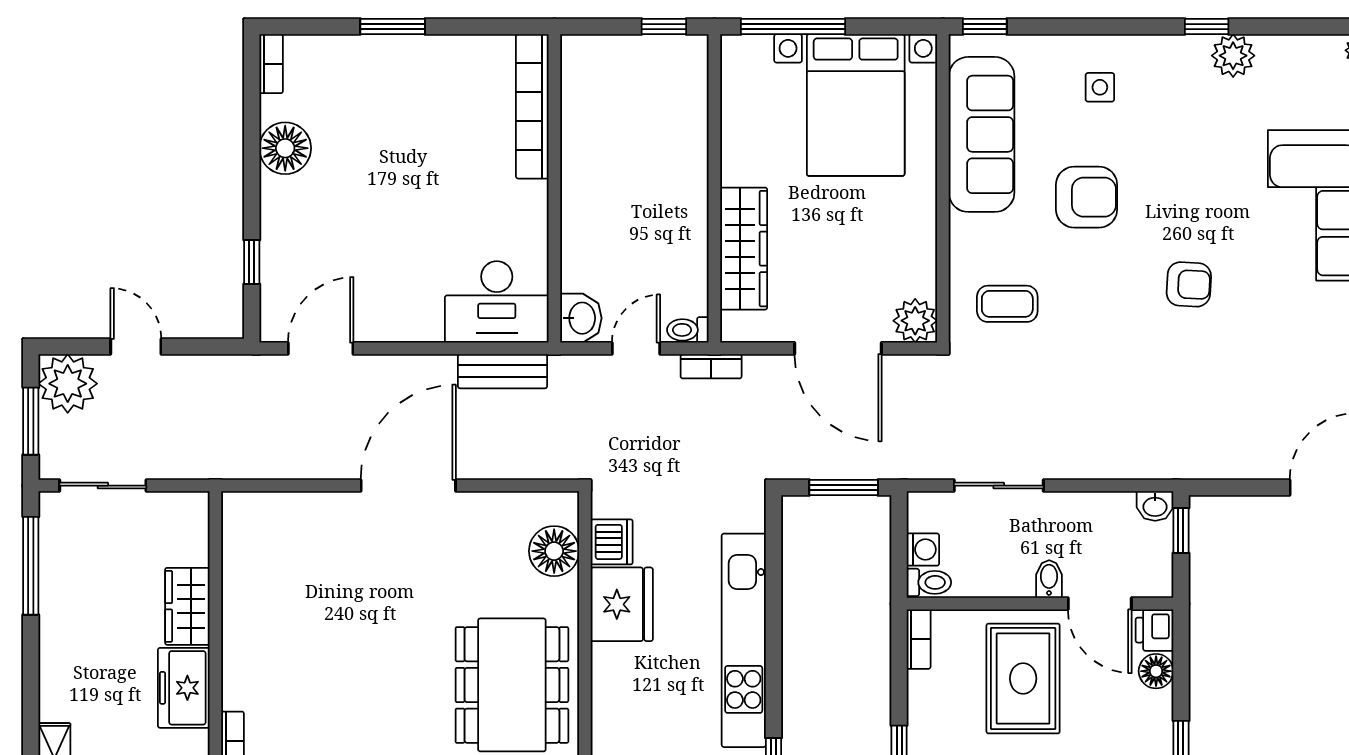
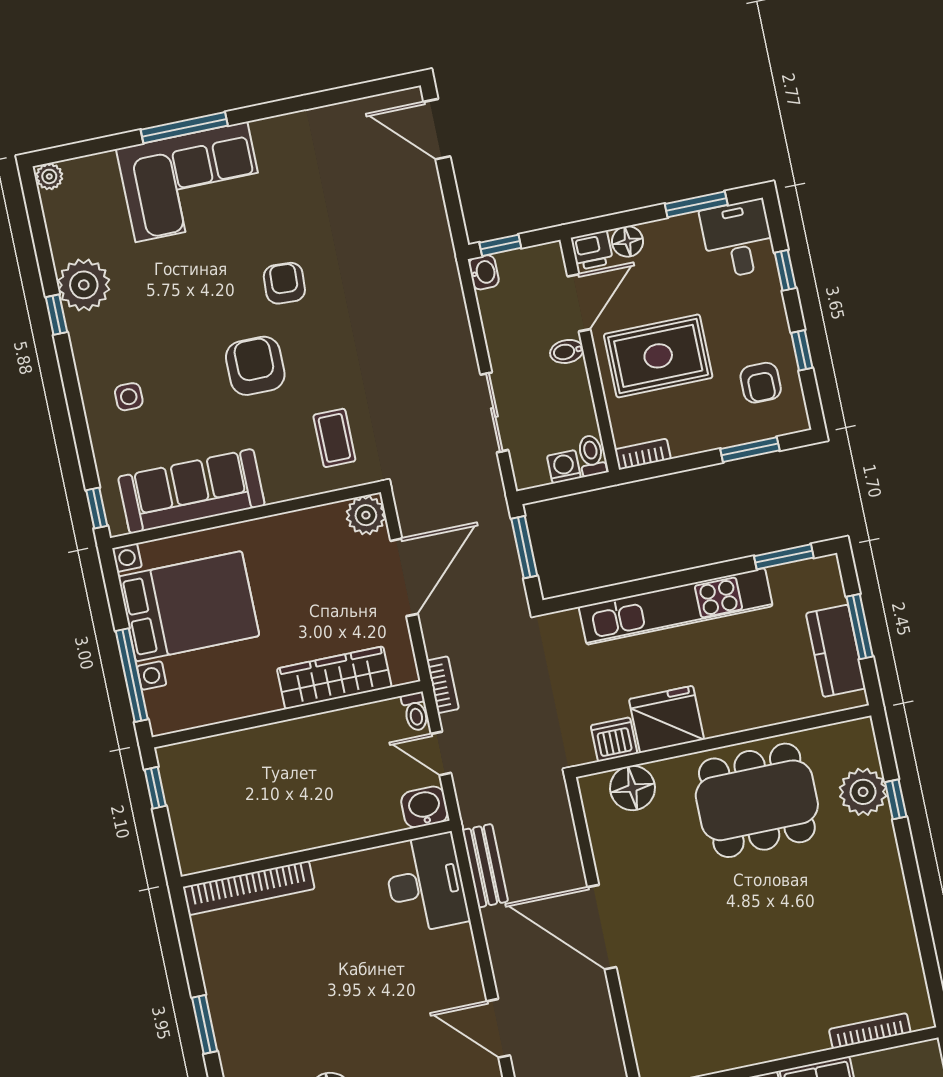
plant: (1233, 56) -> (84, 285), width x1.36, depth x1.36
armchair: (1087, 197) -> (255, 366), moved

